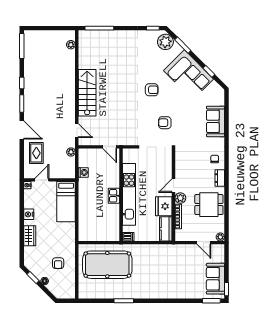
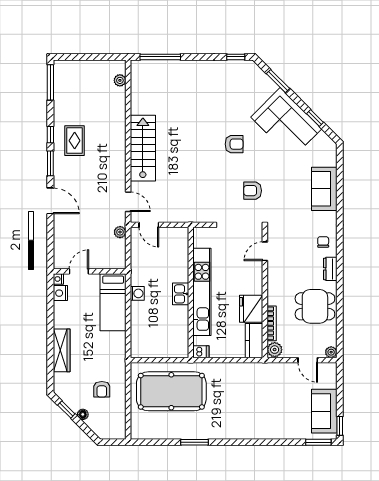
plant: (165, 42) -> (254, 76), removed
door: (110, 147) -> (149, 225), moved
rug: (36, 153) -> (75, 141), moved
washing machine: (83, 172) -> (137, 293), moved
door: (173, 186) -> (265, 251), moved
plant: (180, 198) -> (275, 350), moved
nightstand: (29, 214) -> (60, 293), moved
wardrobe: (30, 236) -> (62, 350), width x1.50

